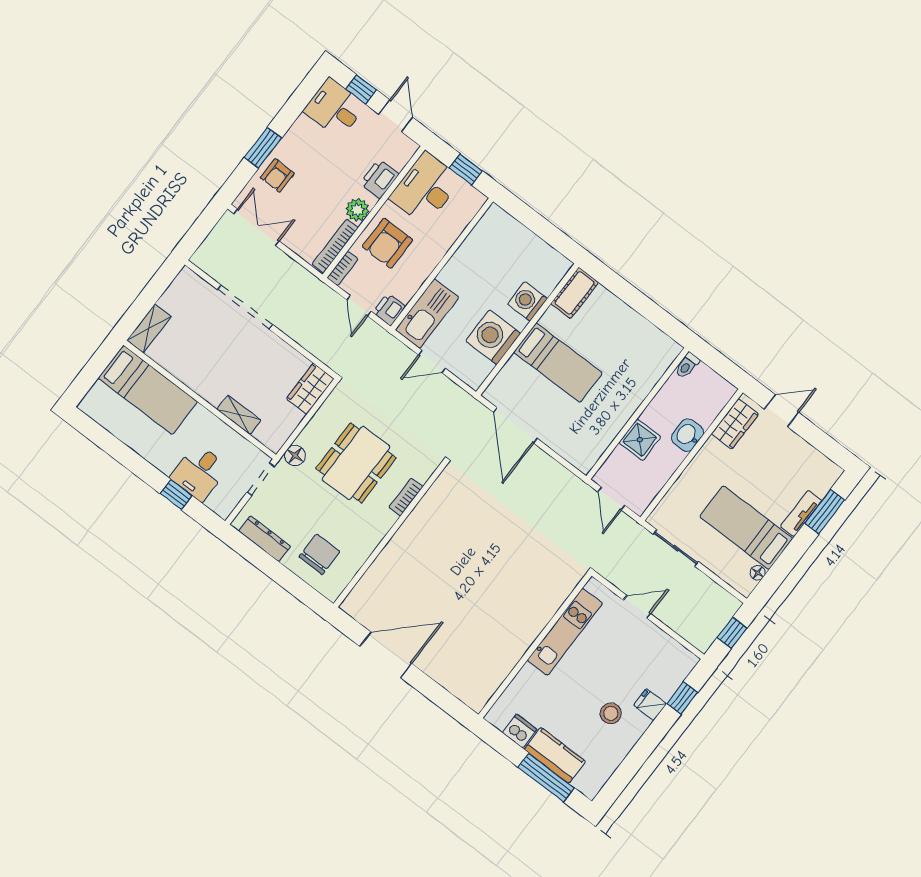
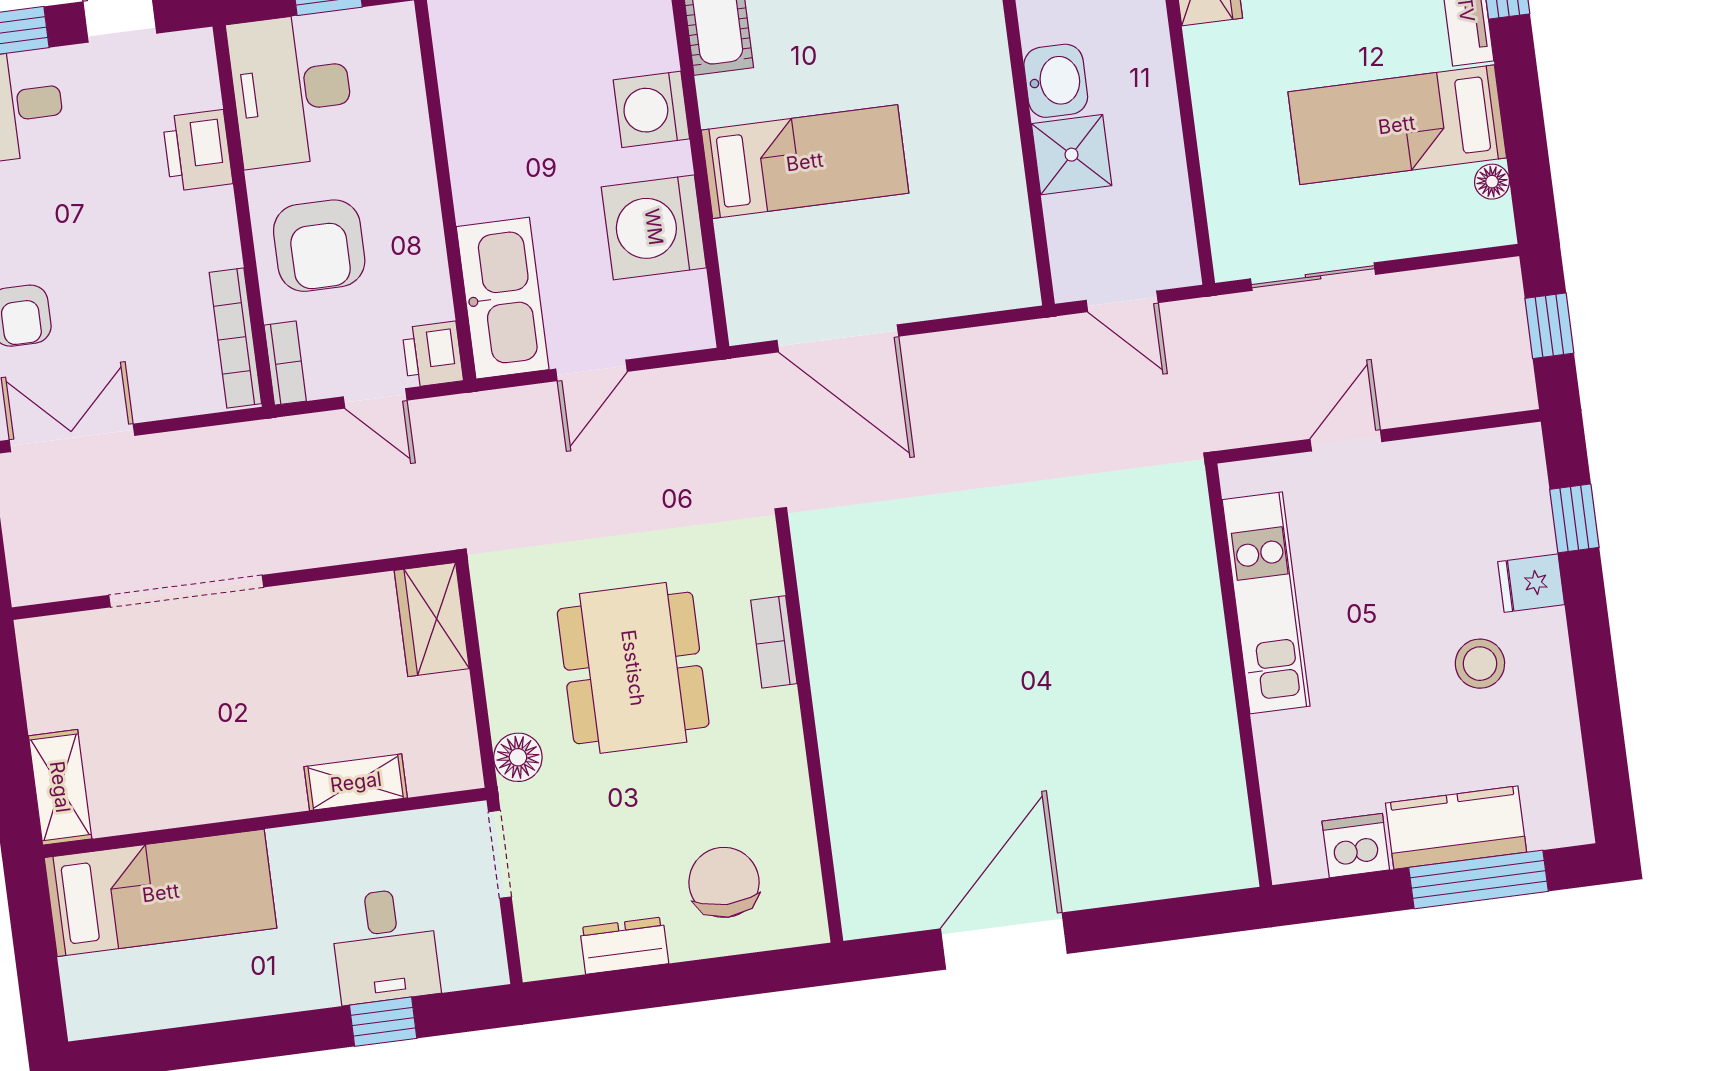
plant: (357, 210) -> (212, 240), removed
washbasin: (688, 435) -> (1056, 81), moved, turned 180
dresser: (265, 539) -> (624, 946), width x0.70

